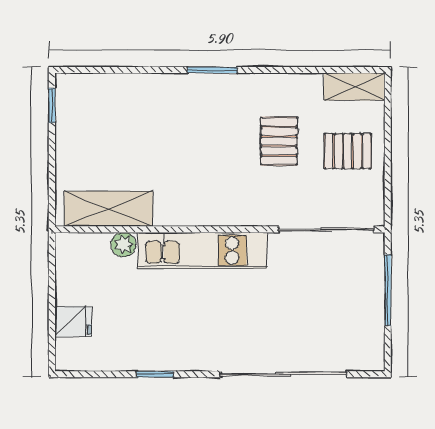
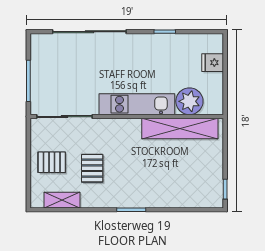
shelving: (354, 87) -> (62, 200), moved
shelving: (109, 209) -> (180, 129), width x1.47
plant: (124, 245) -> (189, 101), width x1.88, depth x1.88

